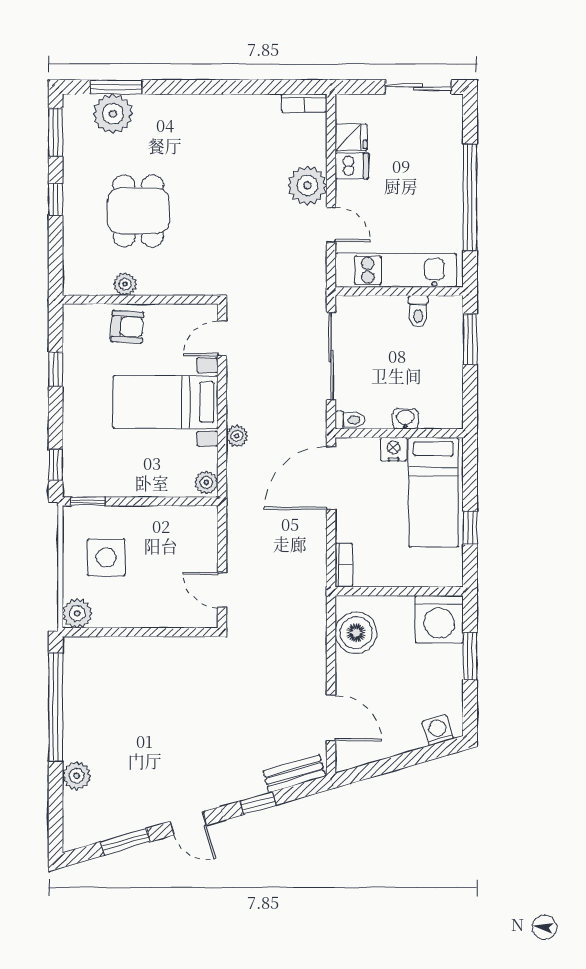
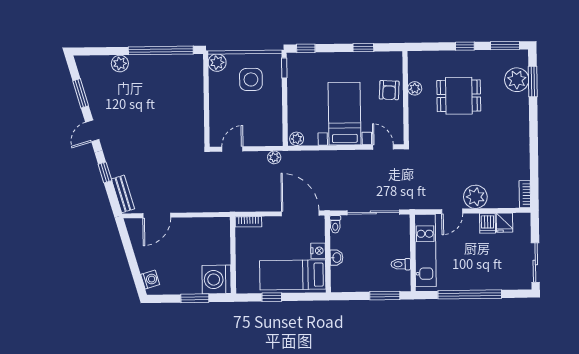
plant: (237, 436) -> (274, 157), moved
boiler: (356, 633) -> (208, 230), removed

